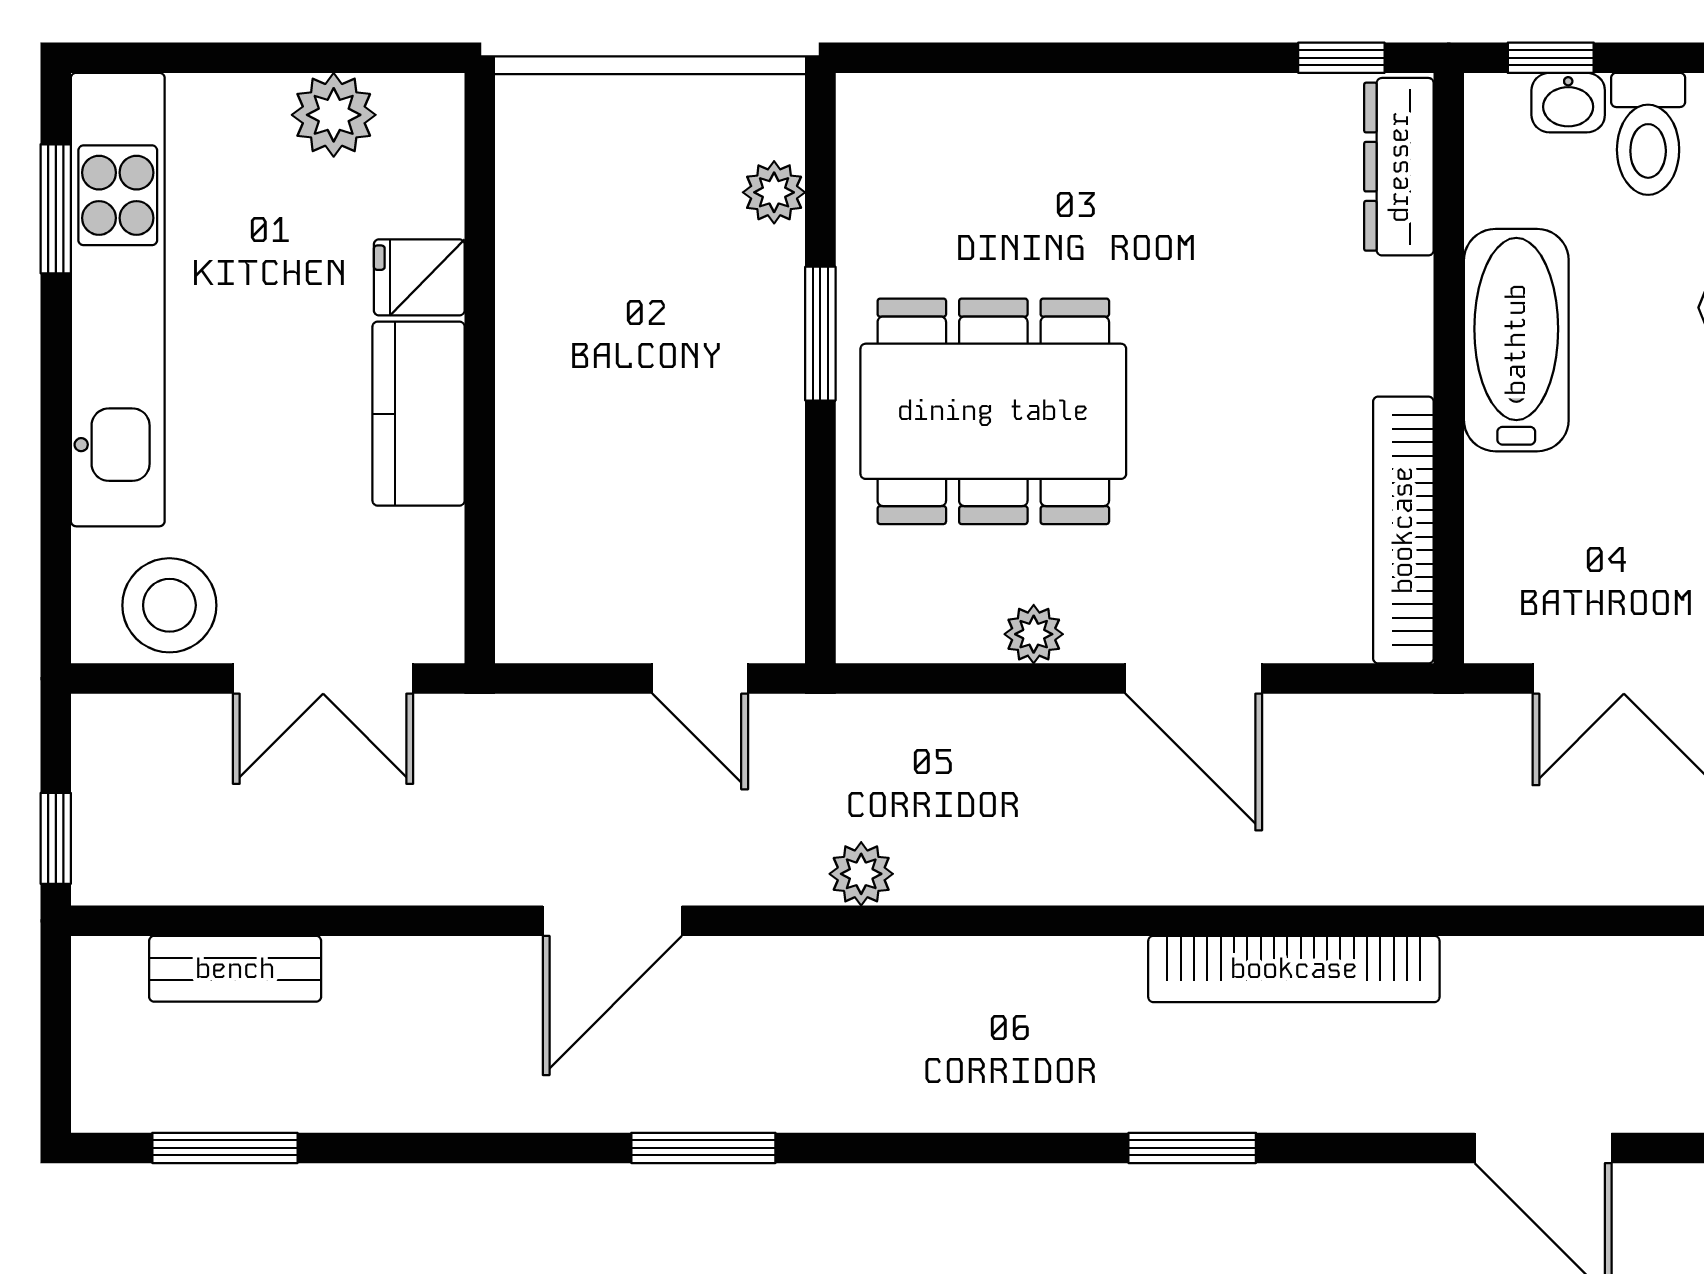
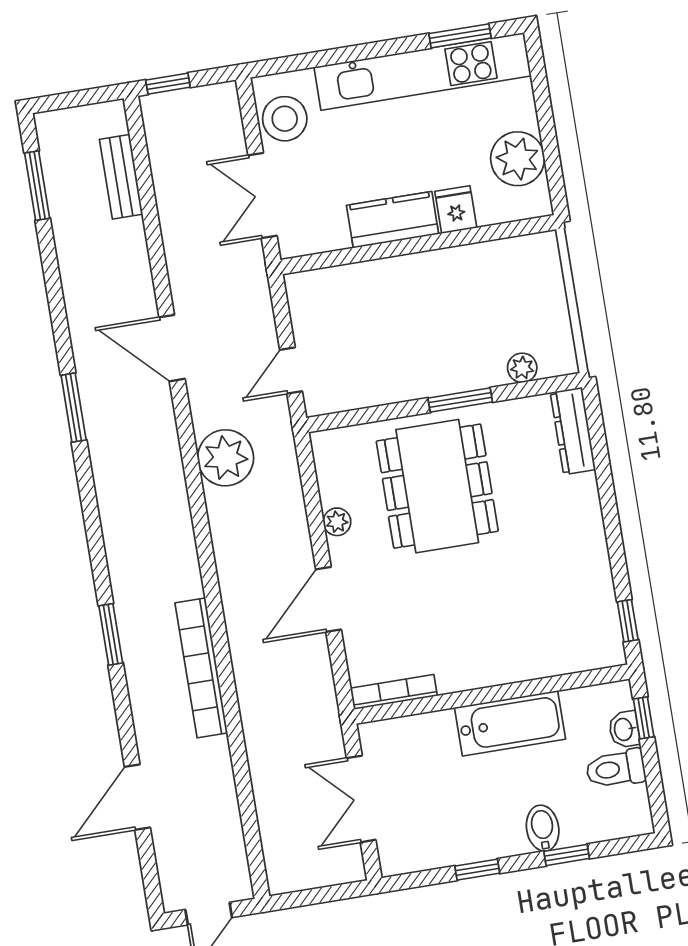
plant: (334, 115) -> (518, 159), width x1.36, depth x1.36
dresser: (1399, 167) -> (573, 431), moved, turned -90
bookcase: (1403, 530) -> (394, 692), width x0.68, depth x0.76
plant: (861, 874) -> (226, 458), width x1.88, depth x1.88

